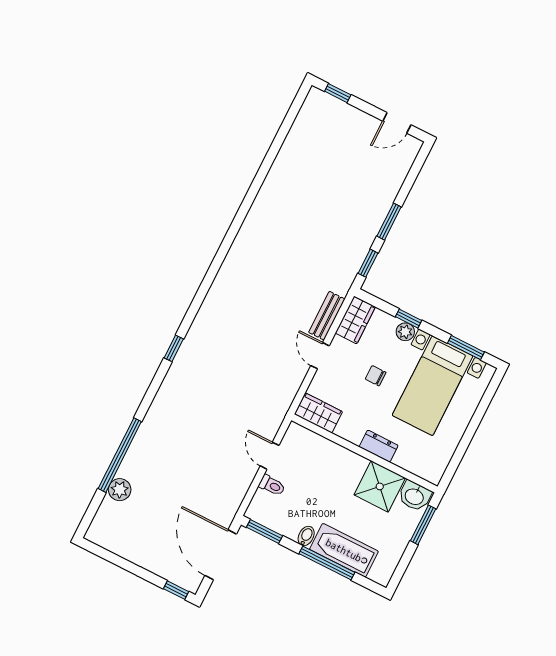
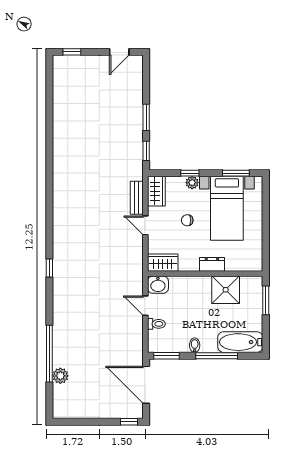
washbasin: (415, 496) -> (158, 285), moved
bathtub: (344, 550) -> (240, 342), moved

